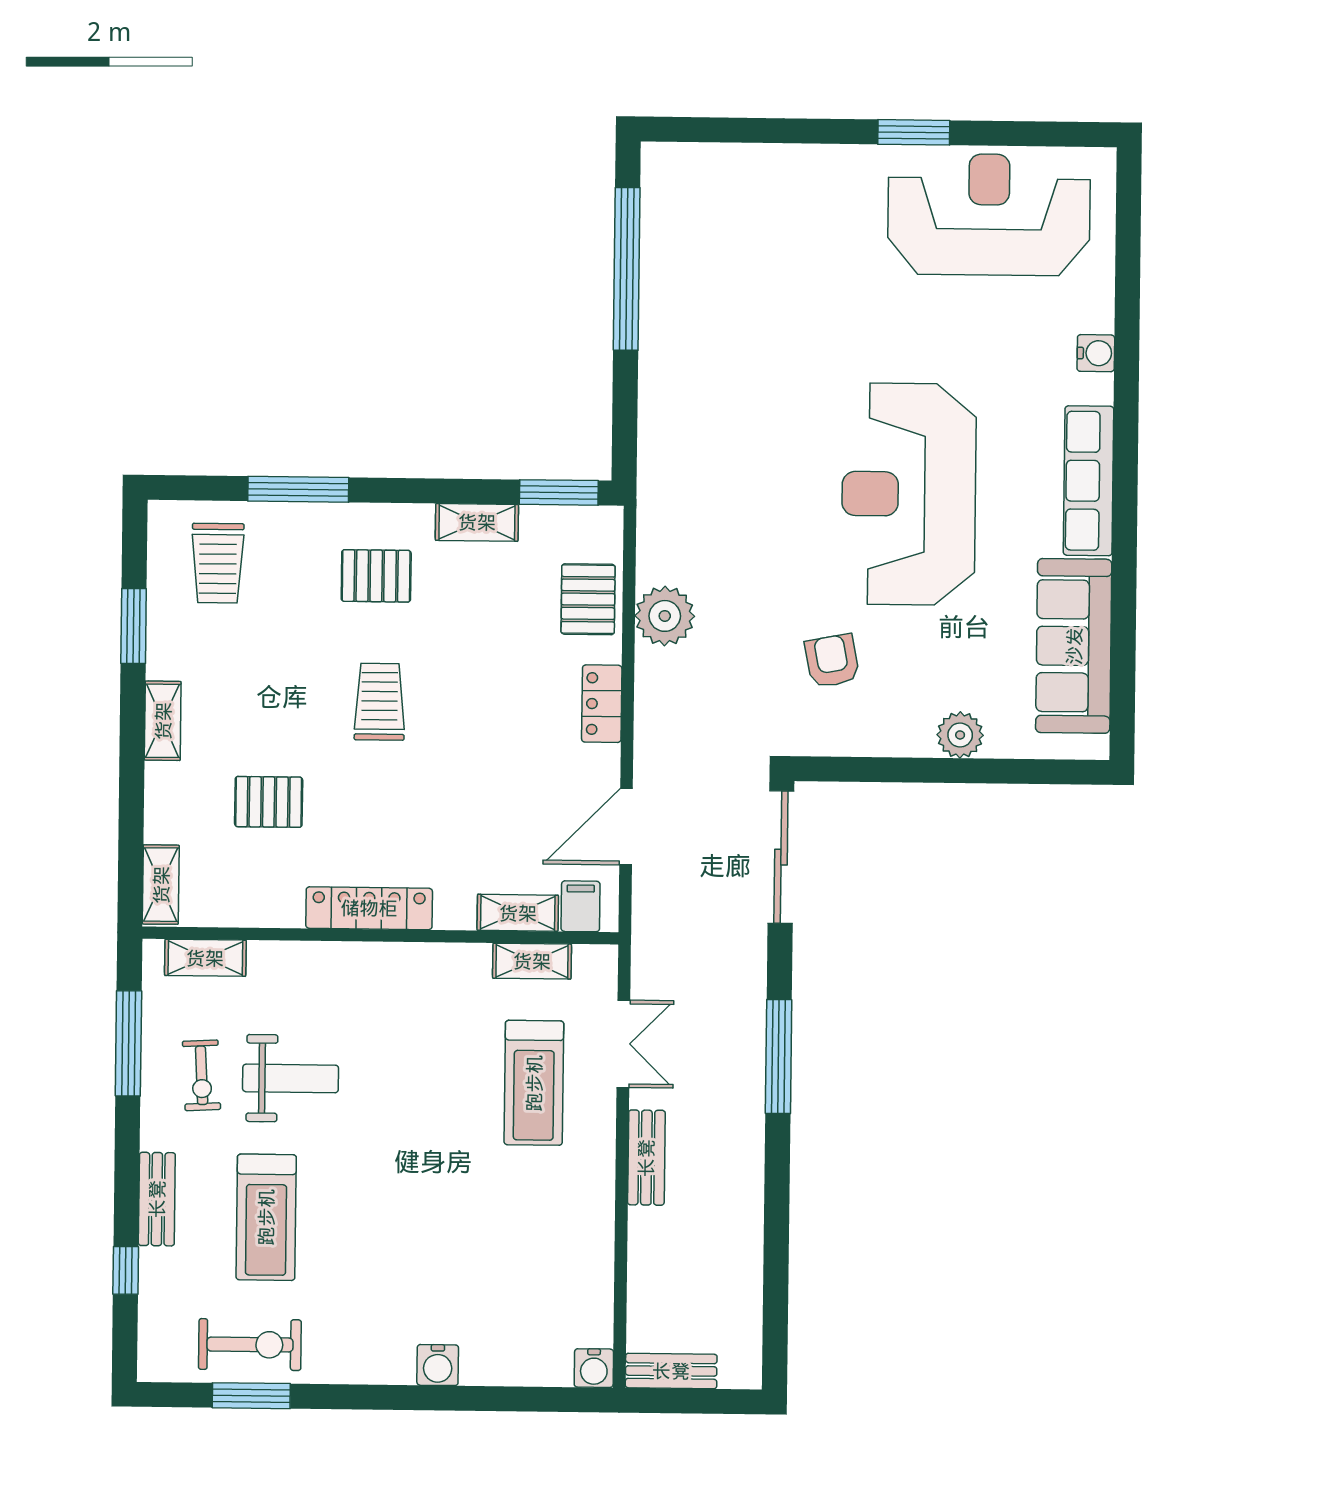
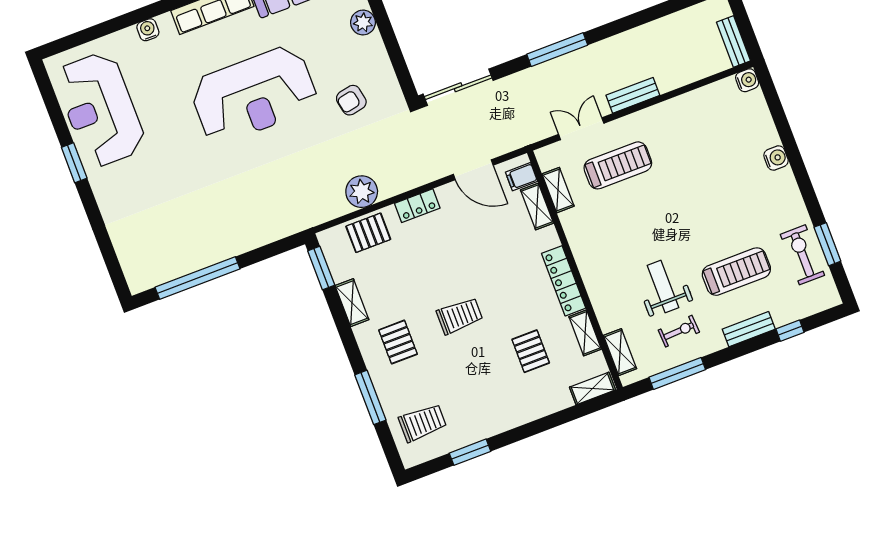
trolley: (380, 702) -> (460, 316), turned 180
shelving: (163, 721) -> (585, 333), moved, turned 90

